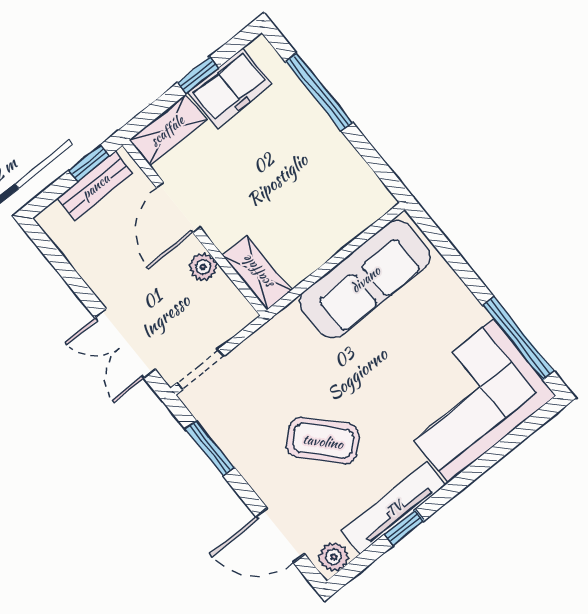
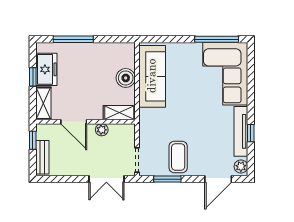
bench: (95, 186) -> (42, 157), moved
boiler: (325, 236) -> (126, 78), added
coffee table: (323, 441) -> (178, 157), moved, turned -47

